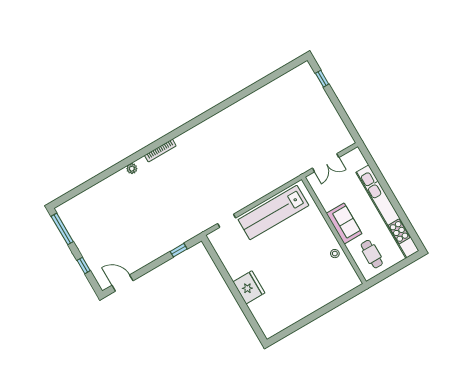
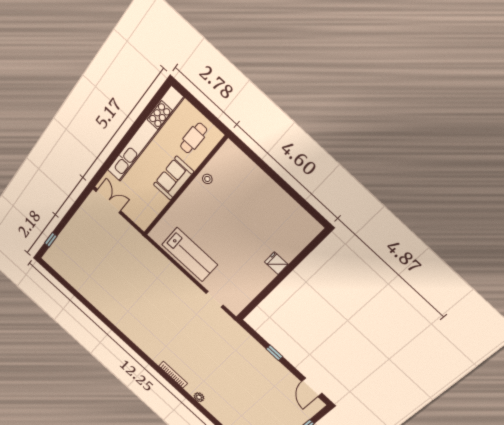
double door: (326, 163) -> (108, 201), moved
lab bench: (273, 213) -> (190, 255), width x0.73
window: (179, 250) -> (274, 353), moved
fridge: (249, 287) -> (276, 263), width x0.53, depth x0.75

